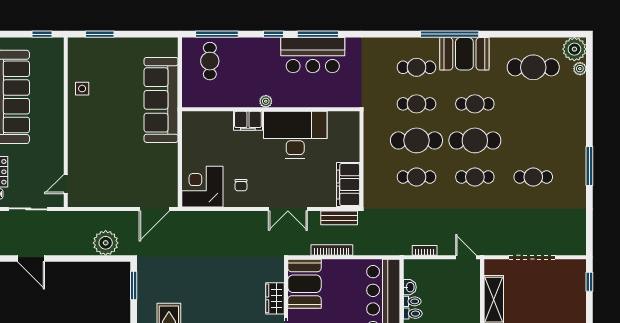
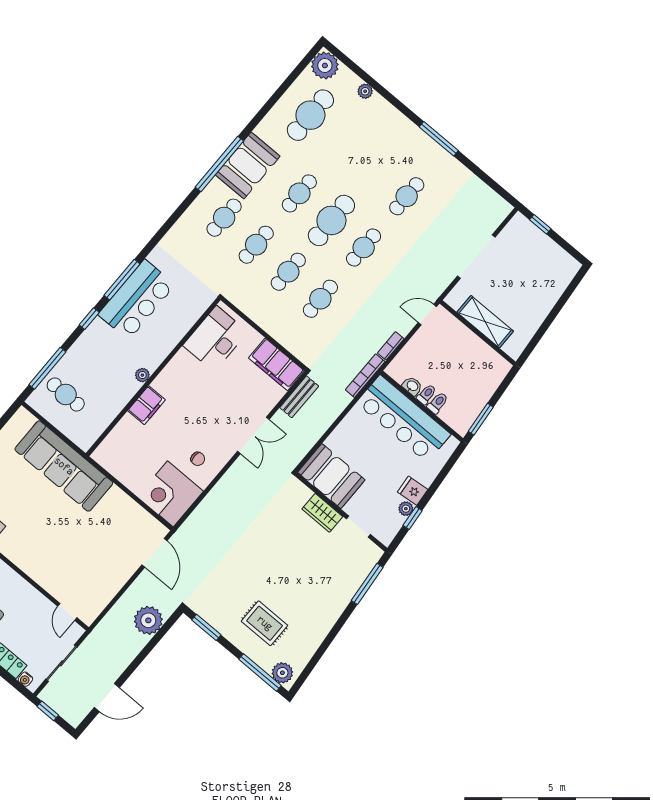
plant: (580, 69) -> (365, 91), moved
desk: (295, 135) -> (215, 339), moved, width x0.73, depth x0.77
cafe table: (416, 140) -> (288, 272), width x0.73, depth x0.74
bookcase: (332, 250) -> (365, 376), moved

